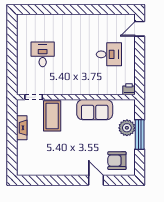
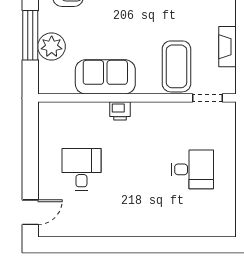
desk: (43, 54) -> (192, 169), turned -90
desk: (109, 54) -> (81, 169), turned 90
printer: (129, 89) -> (120, 111), moved

